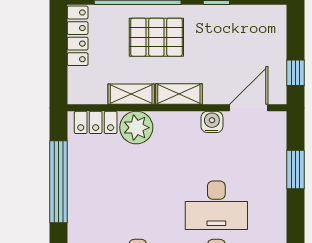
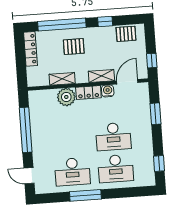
pallet: (253, 21) -> (126, 34), added
pallet: (156, 37) -> (74, 47), width x0.67, depth x0.71
shelving: (179, 94) -> (101, 76), moved
locker: (96, 122) -> (88, 93), moved

